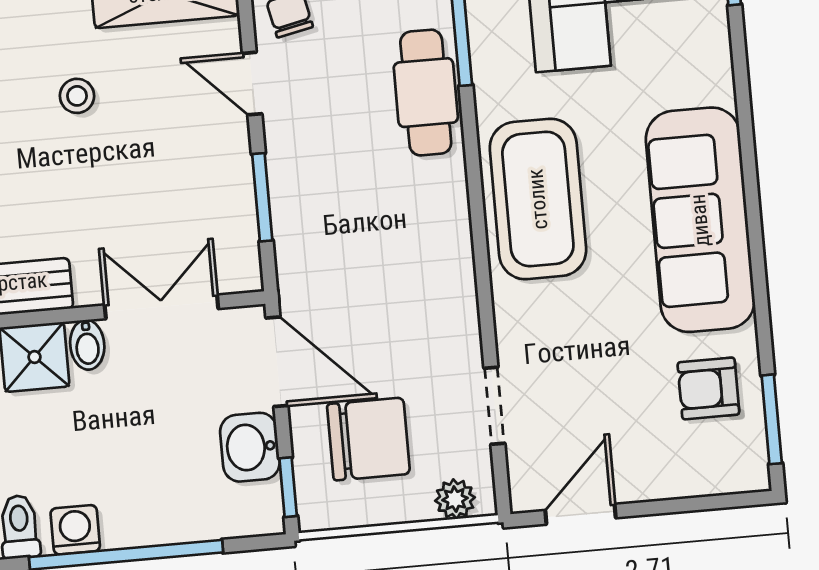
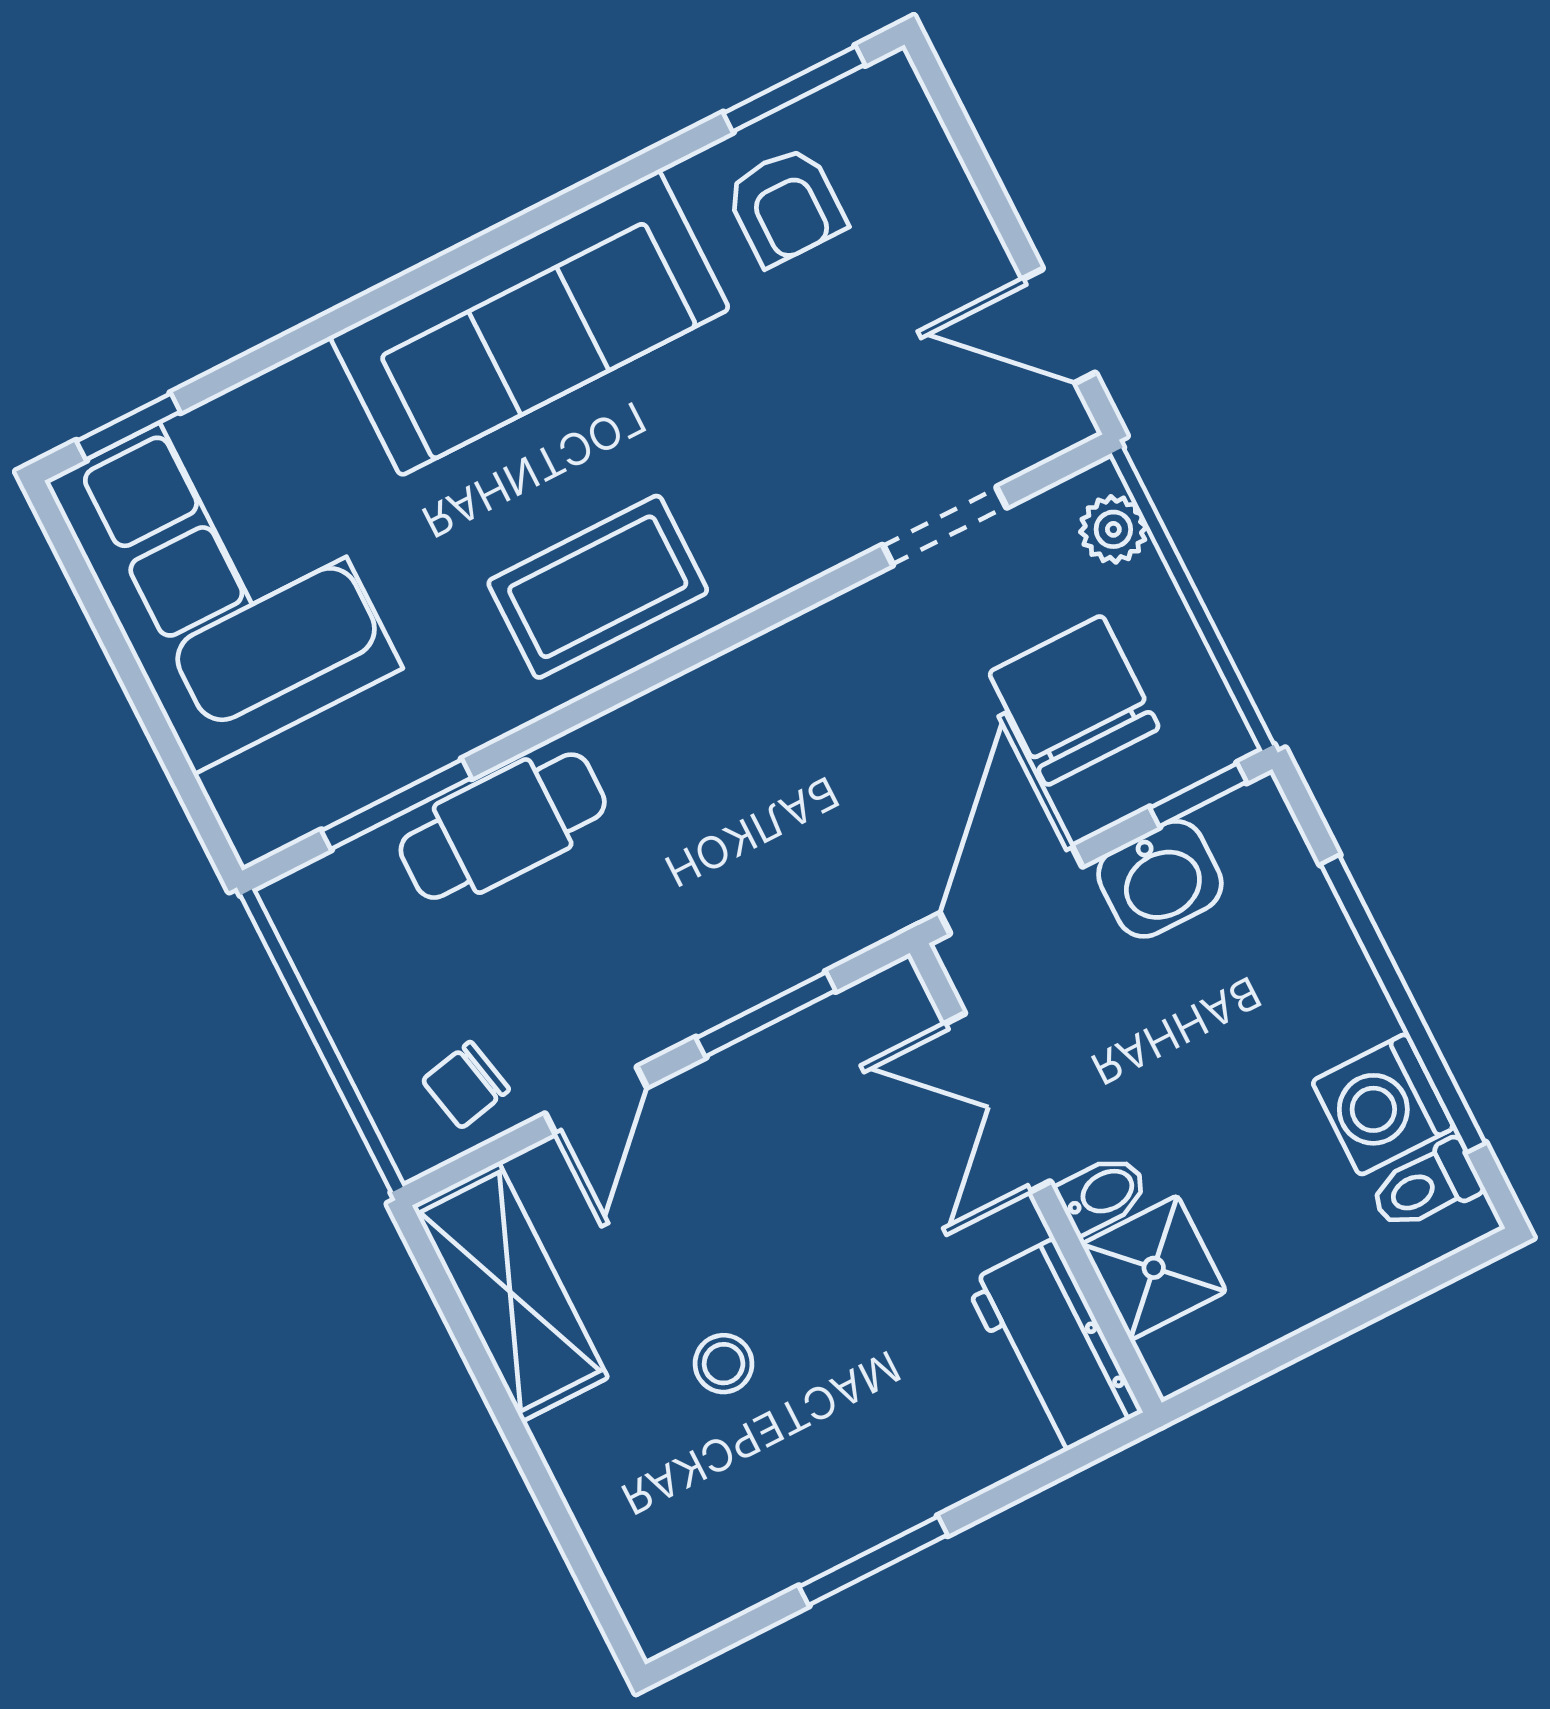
coffee table: (538, 199) -> (598, 587), width x0.73, depth x0.76
washing machine: (75, 530) -> (1383, 1105), width x1.38, depth x1.38

